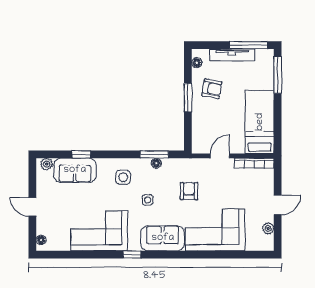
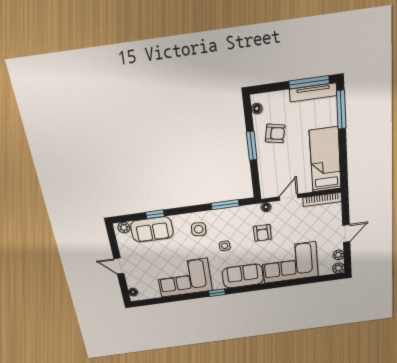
tv unit: (232, 55) -> (313, 92), moved
floor lamp: (156, 163) -> (266, 207), moved
armchair: (189, 191) -> (262, 233), turned 180
plant: (268, 245) -> (339, 268), added

